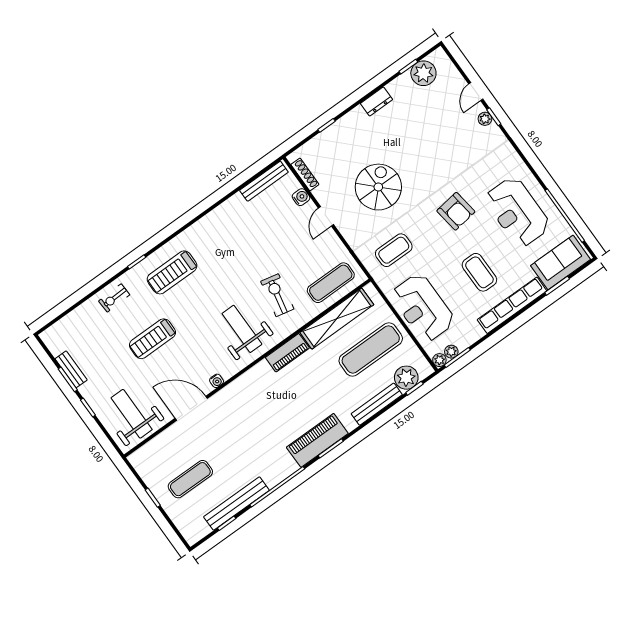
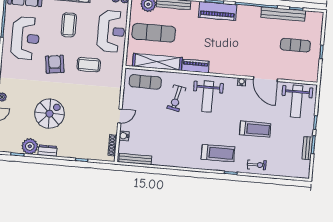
plant: (423, 73) -> (30, 146), moved
spiral stairs: (378, 187) -> (50, 114), moved, turned 180
coffee table: (394, 250) -> (89, 65), moved

